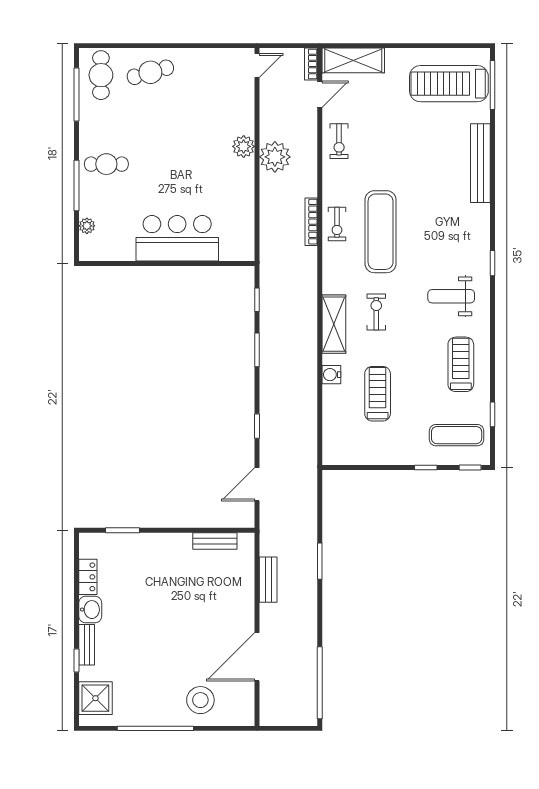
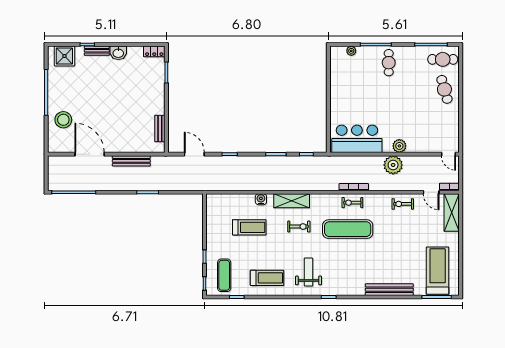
bar counter: (177, 238) -> (357, 139), moved, turned -90
locker: (88, 577) -> (154, 51), moved
bench: (268, 580) -> (131, 161), width x1.36

